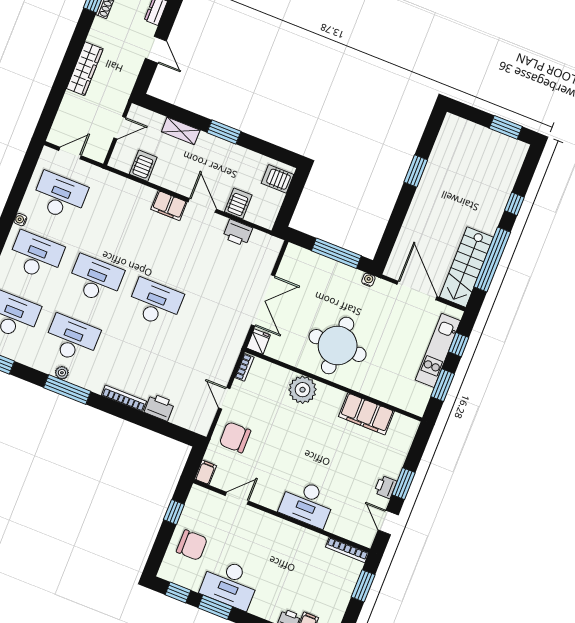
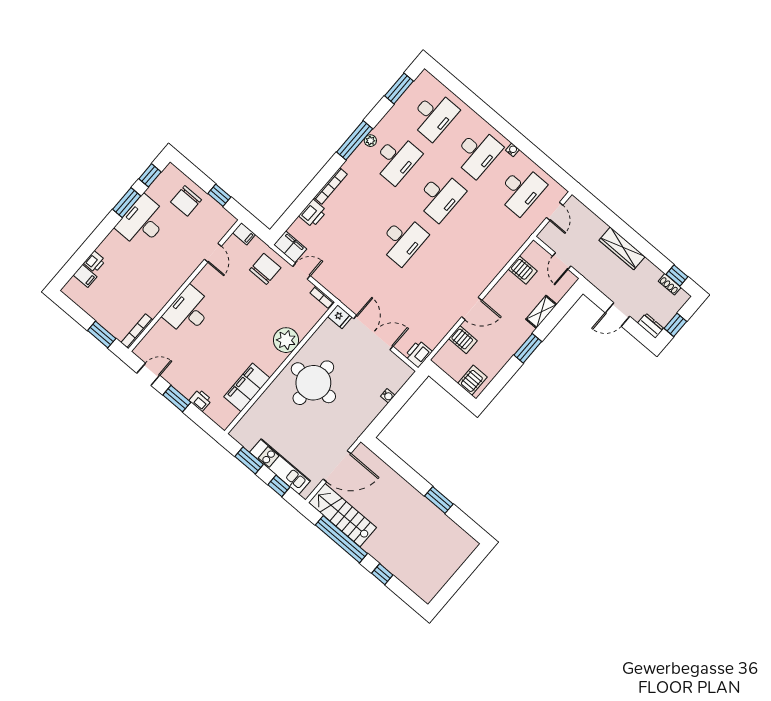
window: (506, 127) -> (450, 589), removed
filing cabinet: (169, 206) -> (290, 247), moved, turned 90
printer: (238, 233) -> (418, 354), moved
window: (336, 253) -> (392, 409), removed
water cooler: (368, 280) -> (388, 396), moved
double door: (263, 300) -> (373, 333), swing flipped
printer: (385, 487) -> (200, 400), moved

